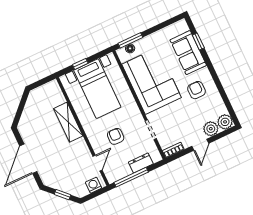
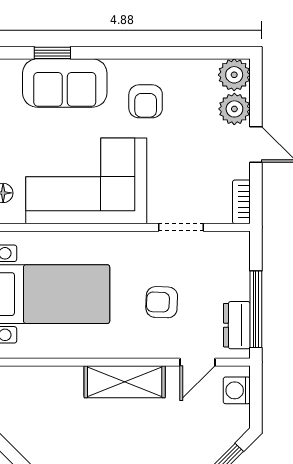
armchair: (196, 90) -> (146, 101), turned -90
shelving: (68, 122) -> (125, 382), moved
door: (98, 163) -> (198, 362), swing flipped
dresser: (141, 163) -> (237, 325), moved

